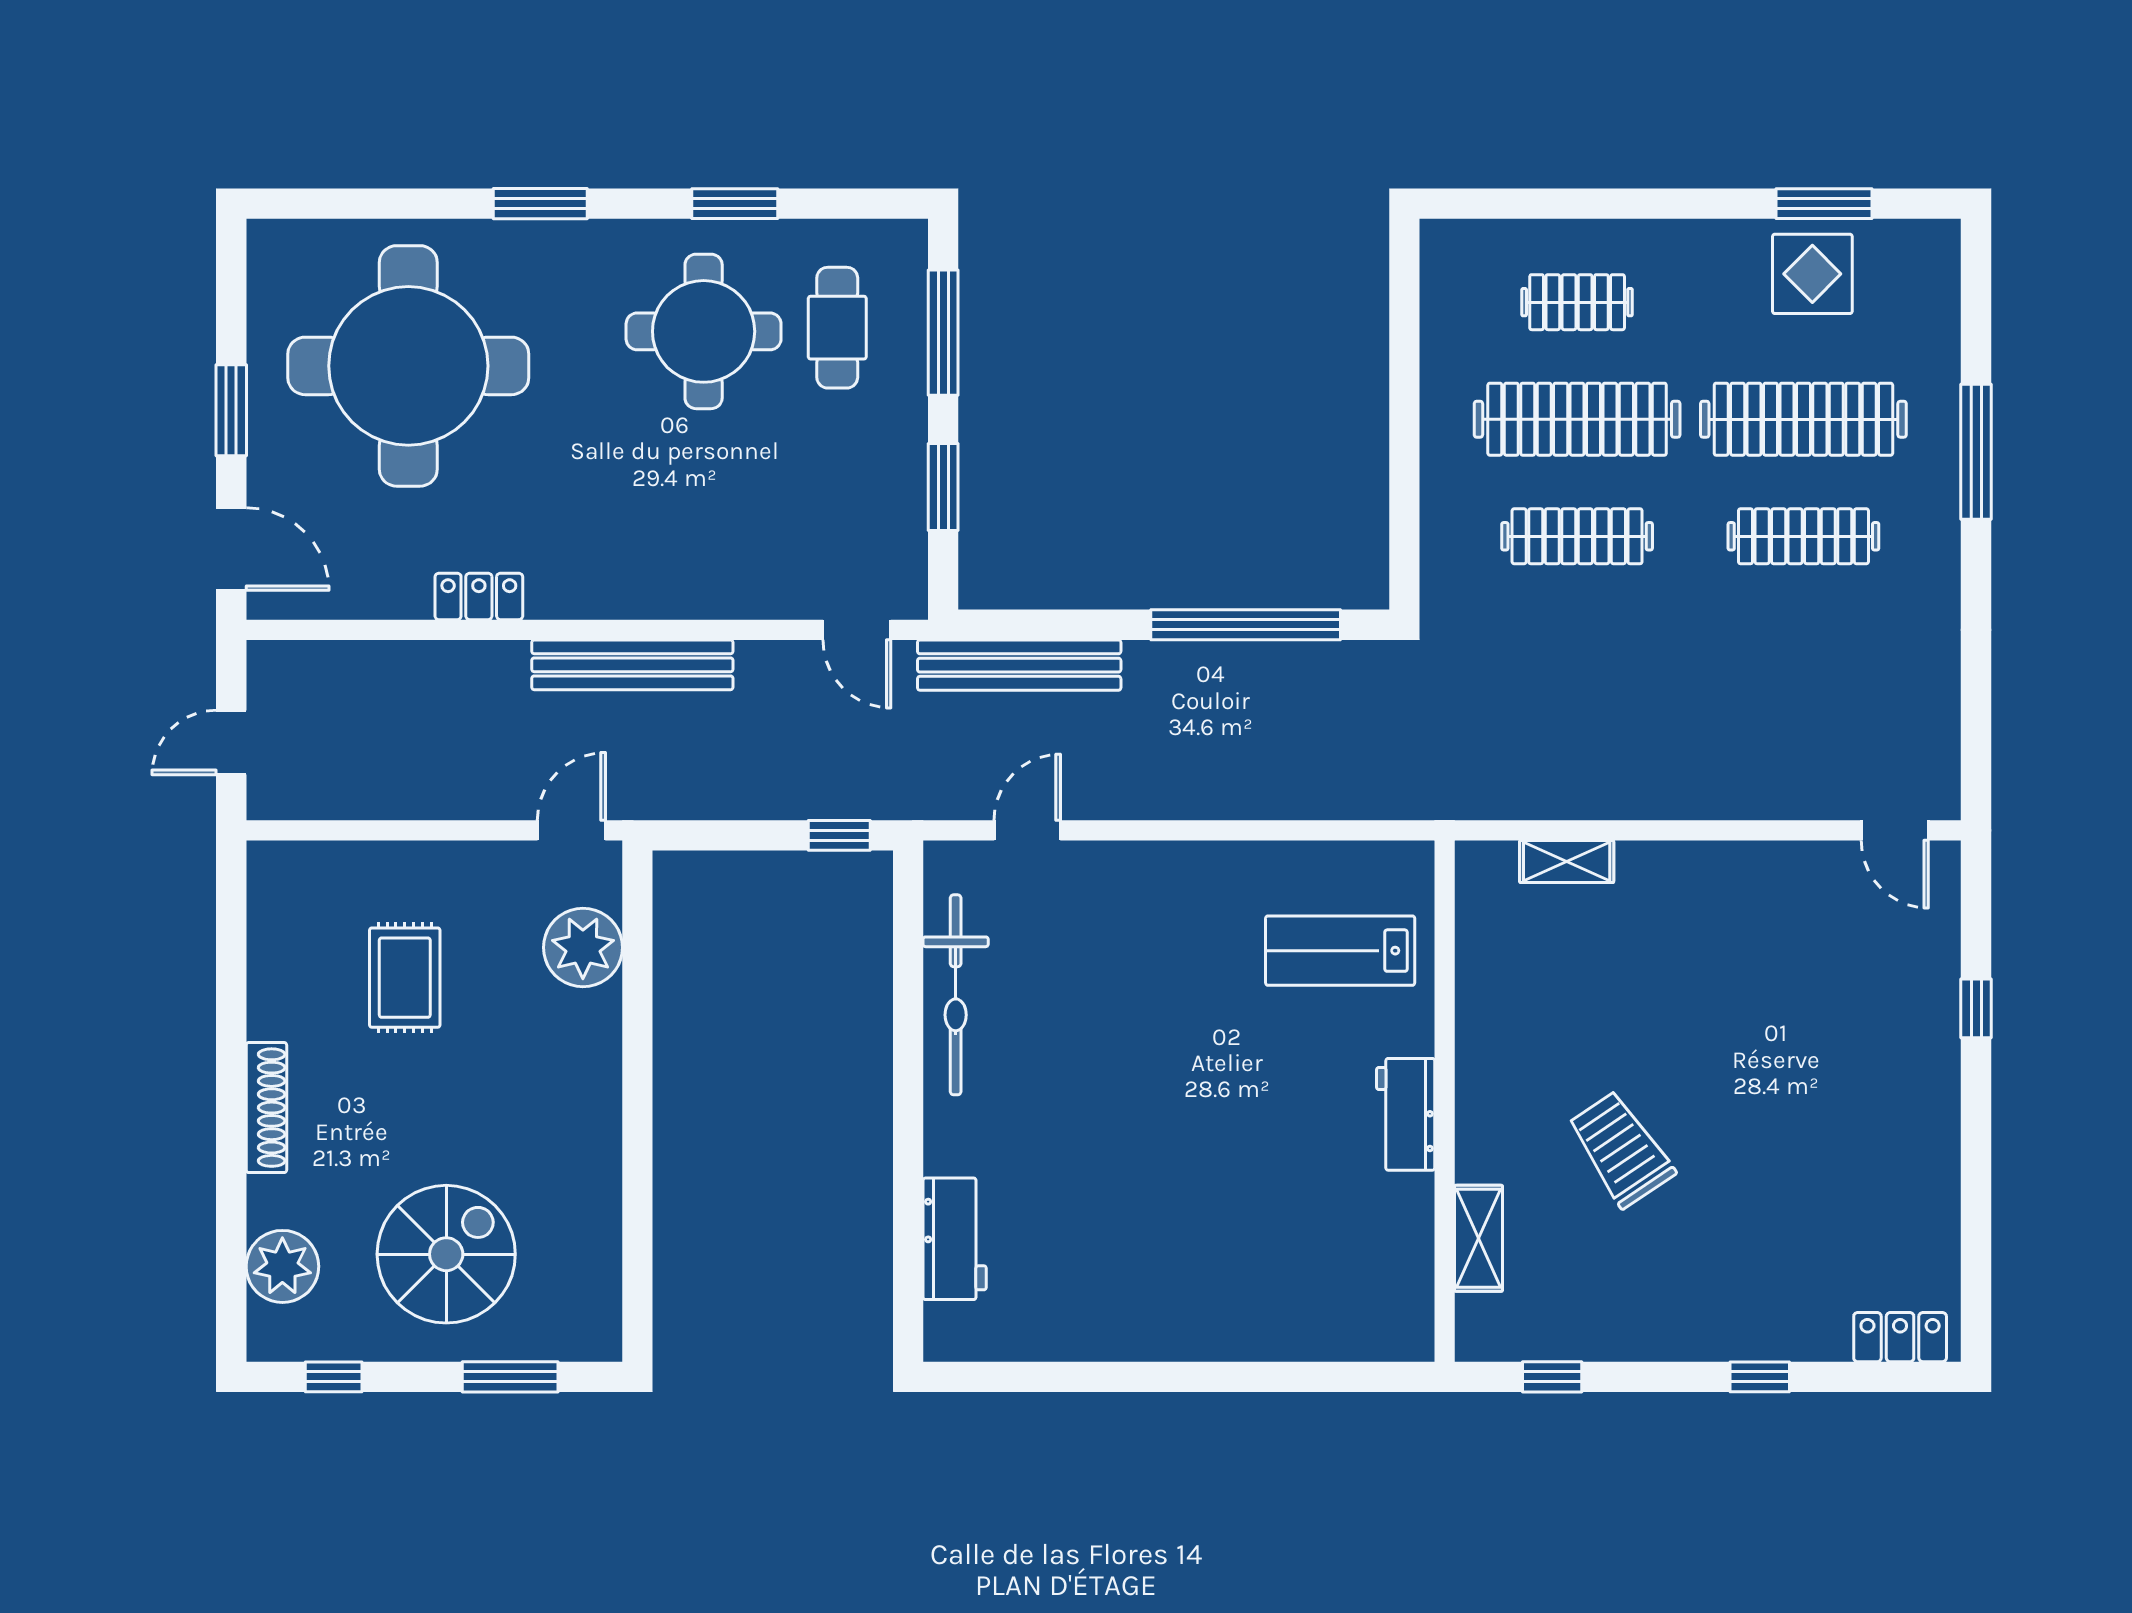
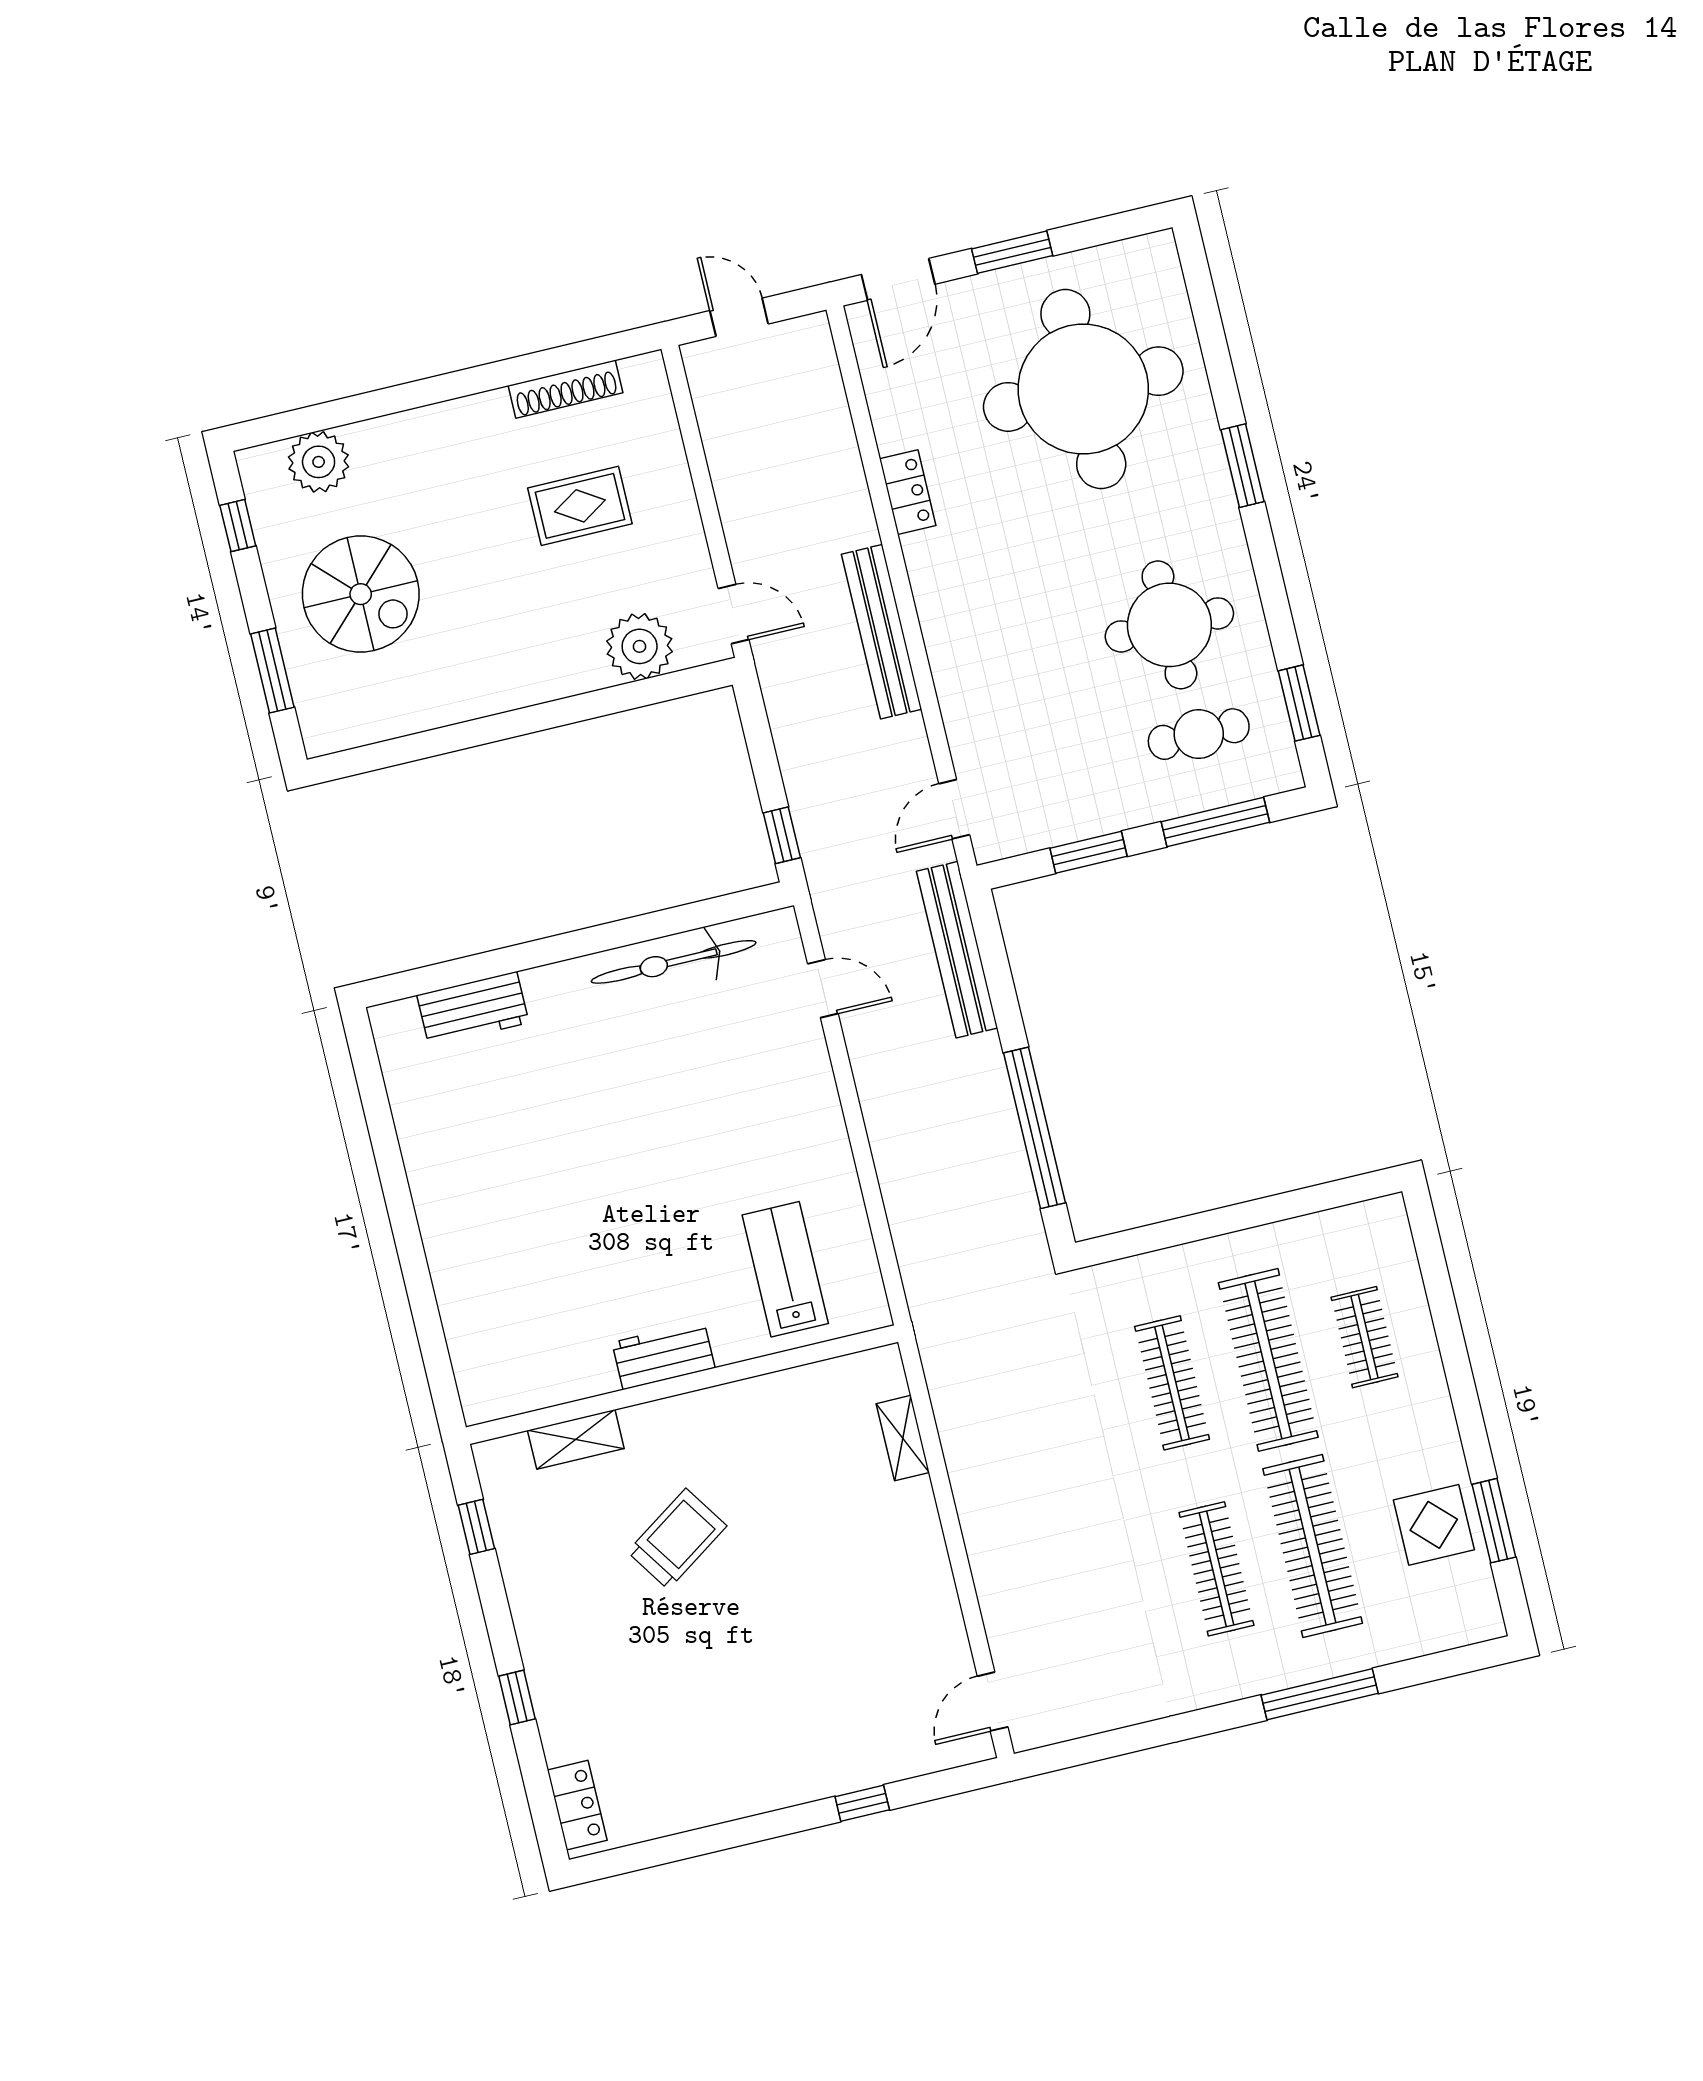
window: (735, 204) -> (1299, 703), moved
shoe rack: (266, 1108) -> (566, 389), moved

